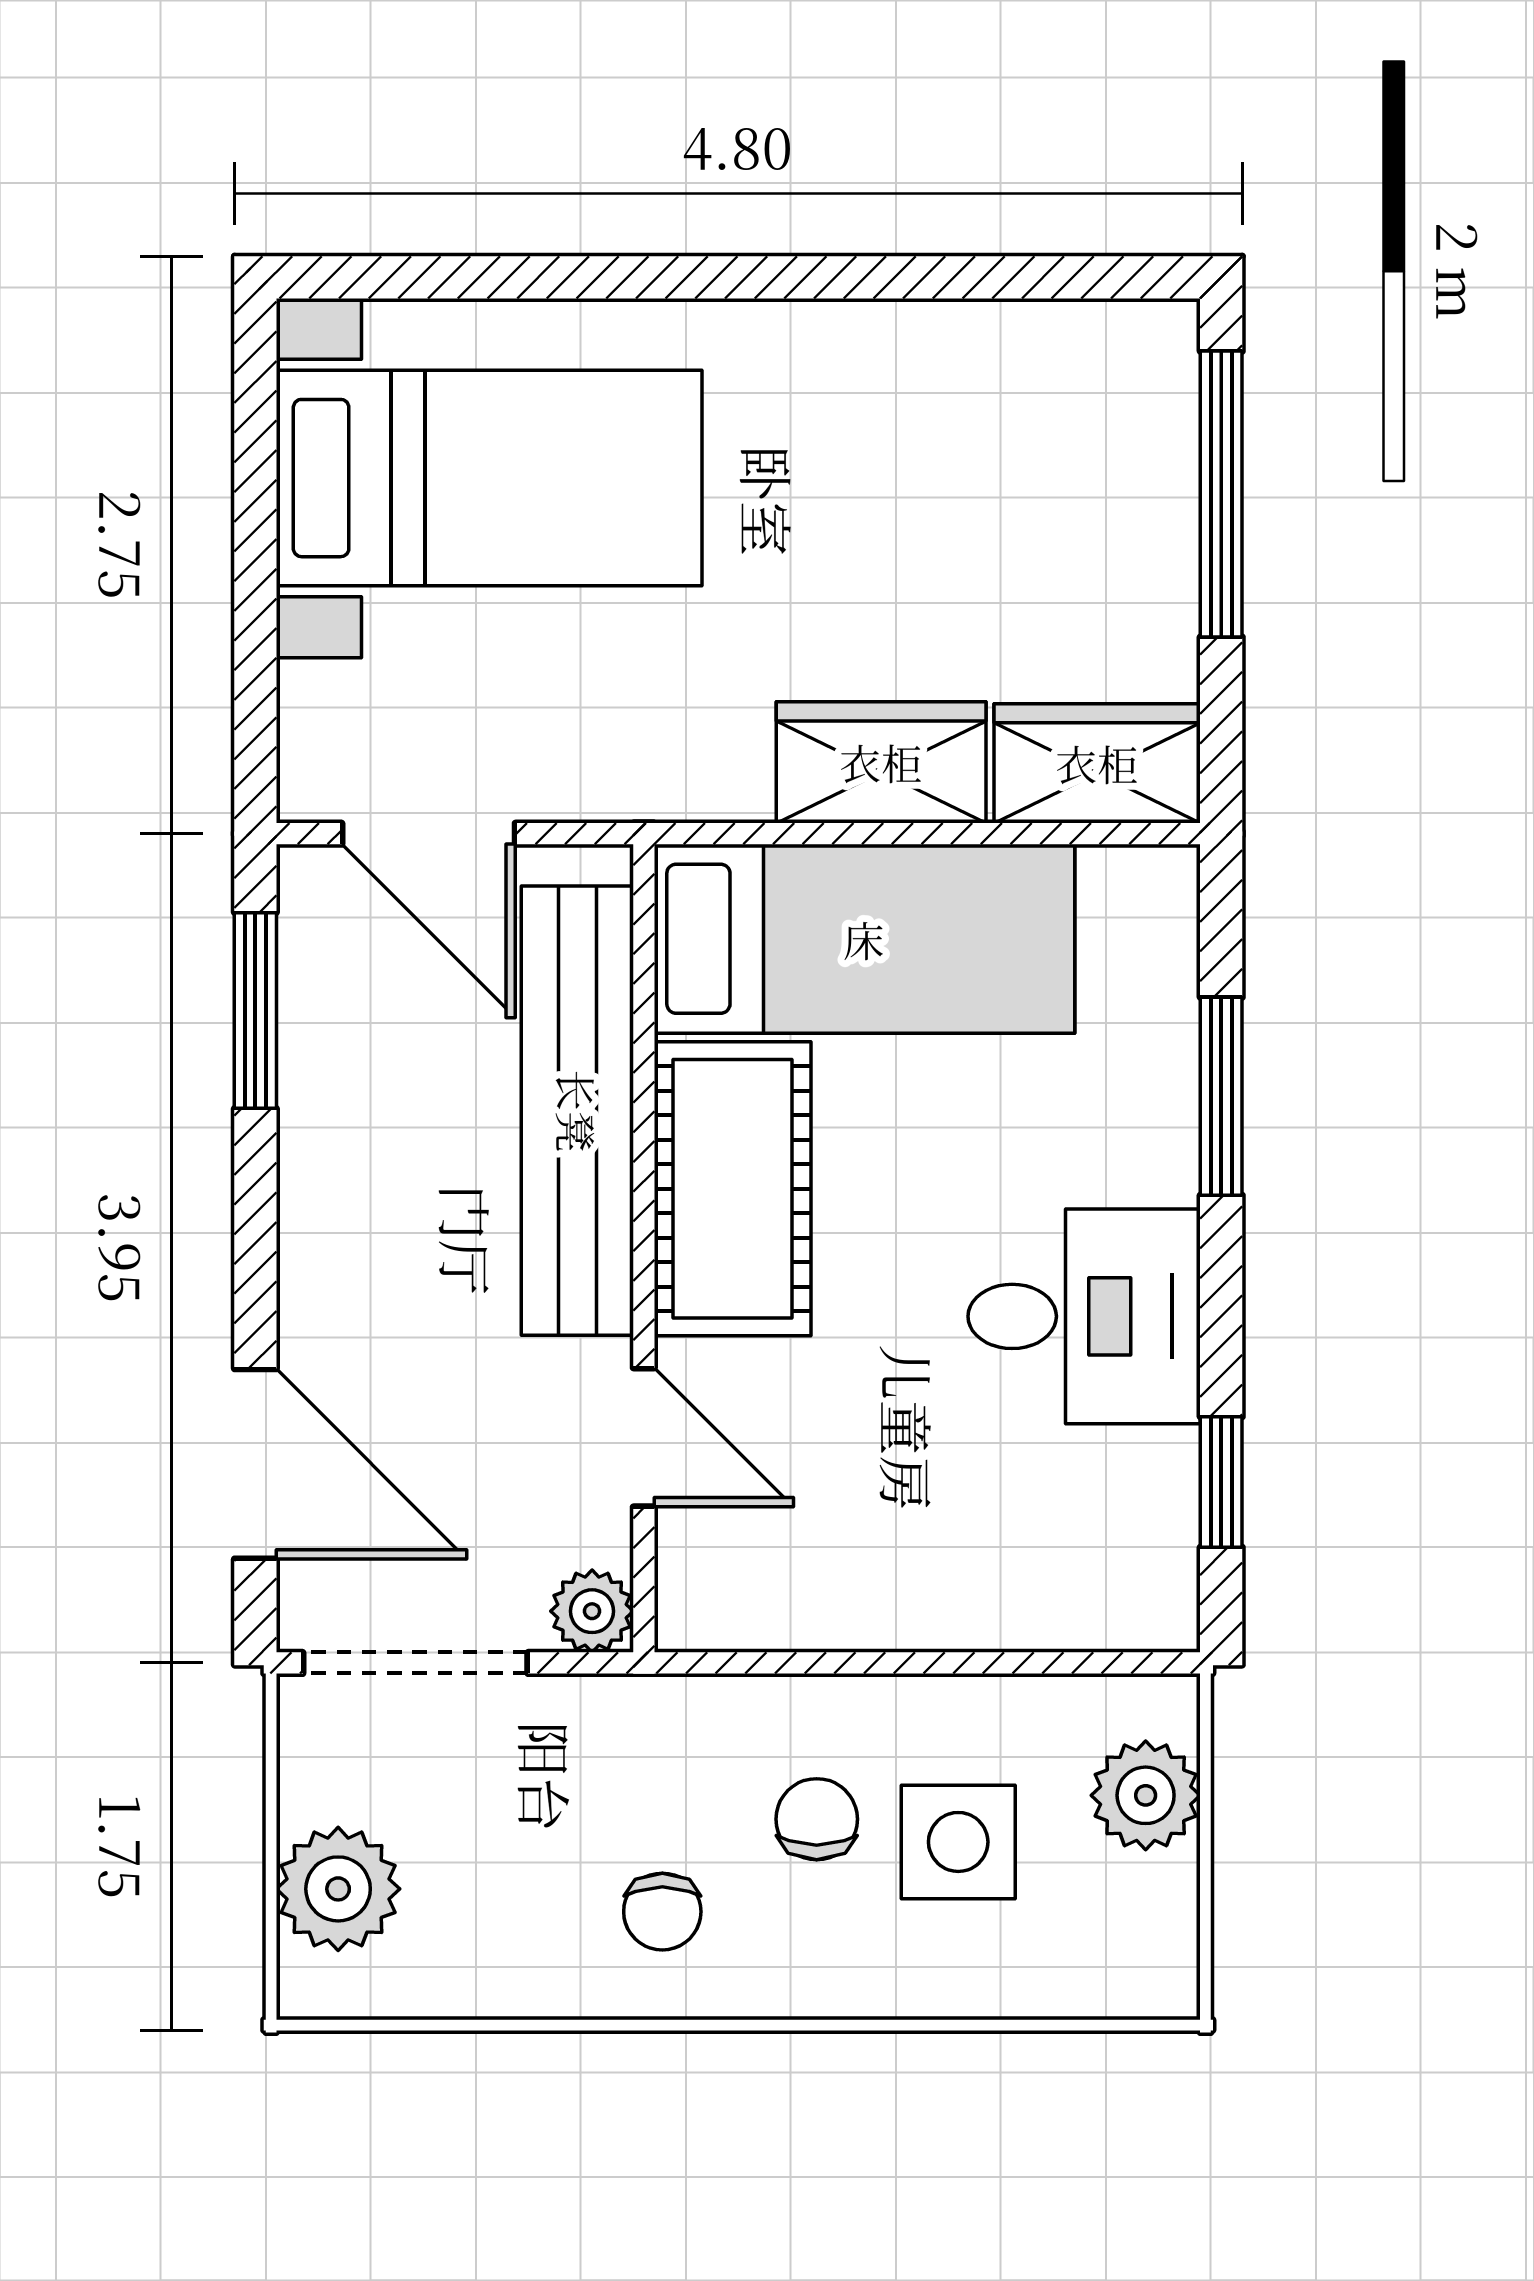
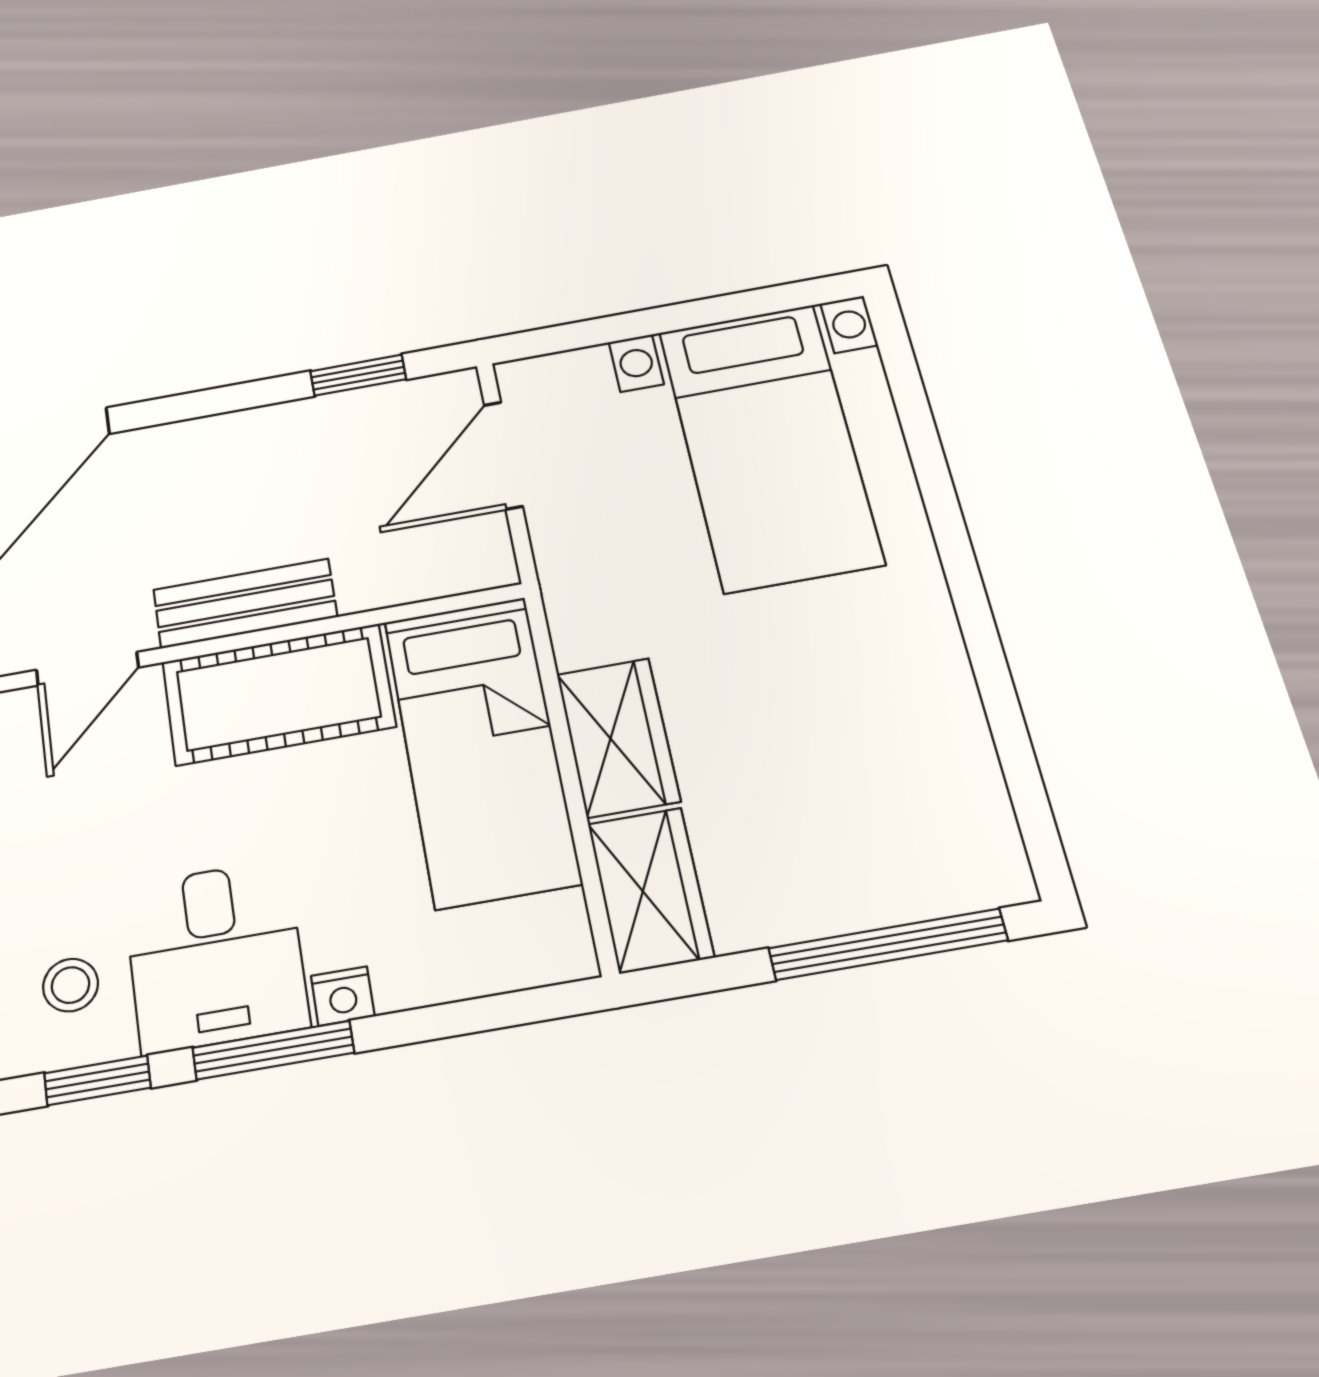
window: (255, 1010) -> (358, 375), width x0.67
window: (1221, 1096) -> (273, 1050), moved
bench: (577, 1111) -> (245, 603), width x0.54, depth x0.82
nightstand: (1167, 1165) -> (343, 996), added
stool: (1090, 1503) -> (71, 985), added

